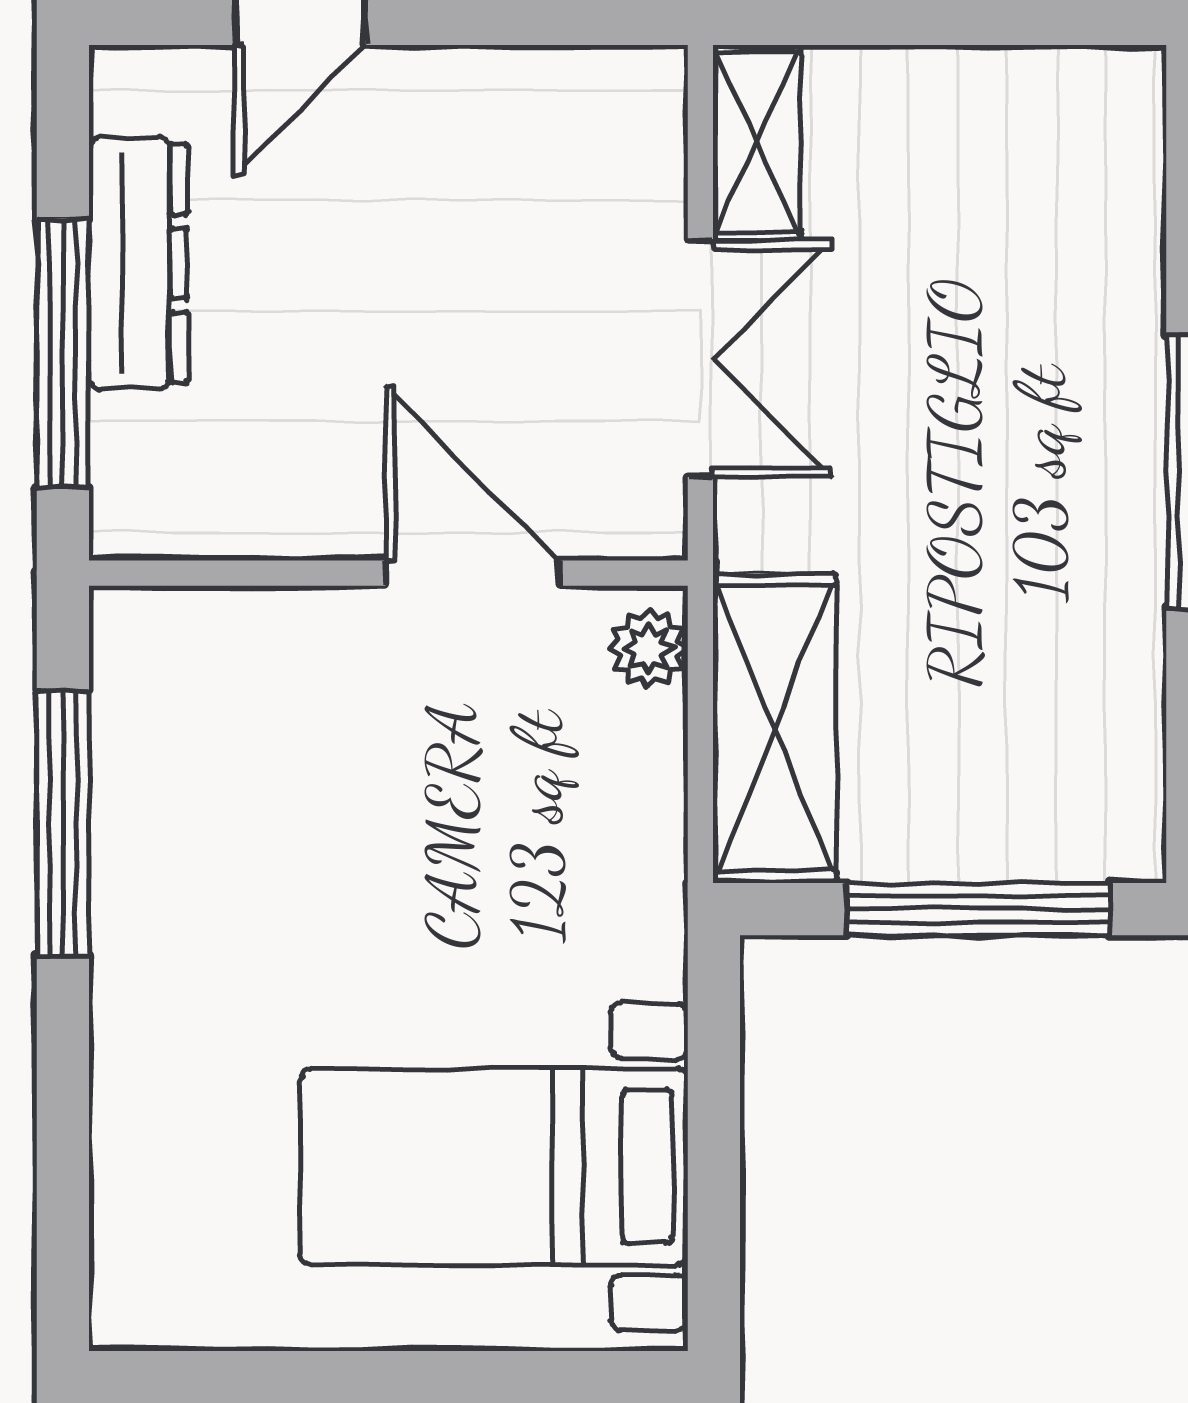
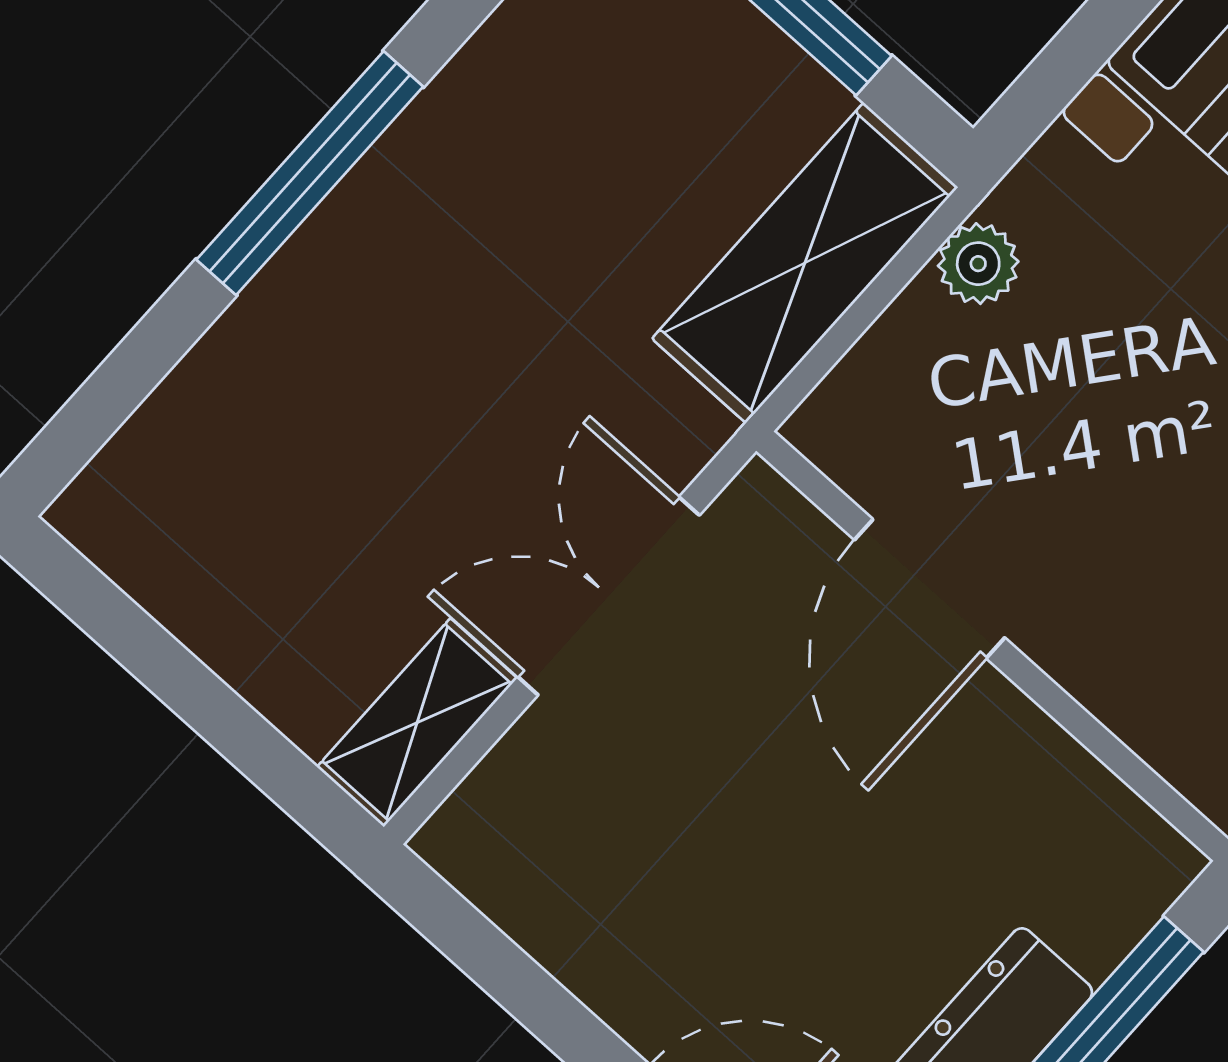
plant: (648, 649) -> (978, 264), moved

